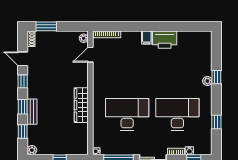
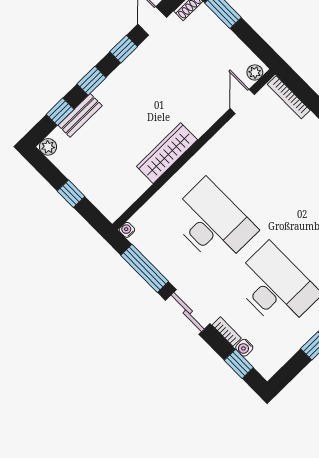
door: (90, 55) -> (242, 101), hinge flipped
bench: (32, 112) -> (80, 115), moved

